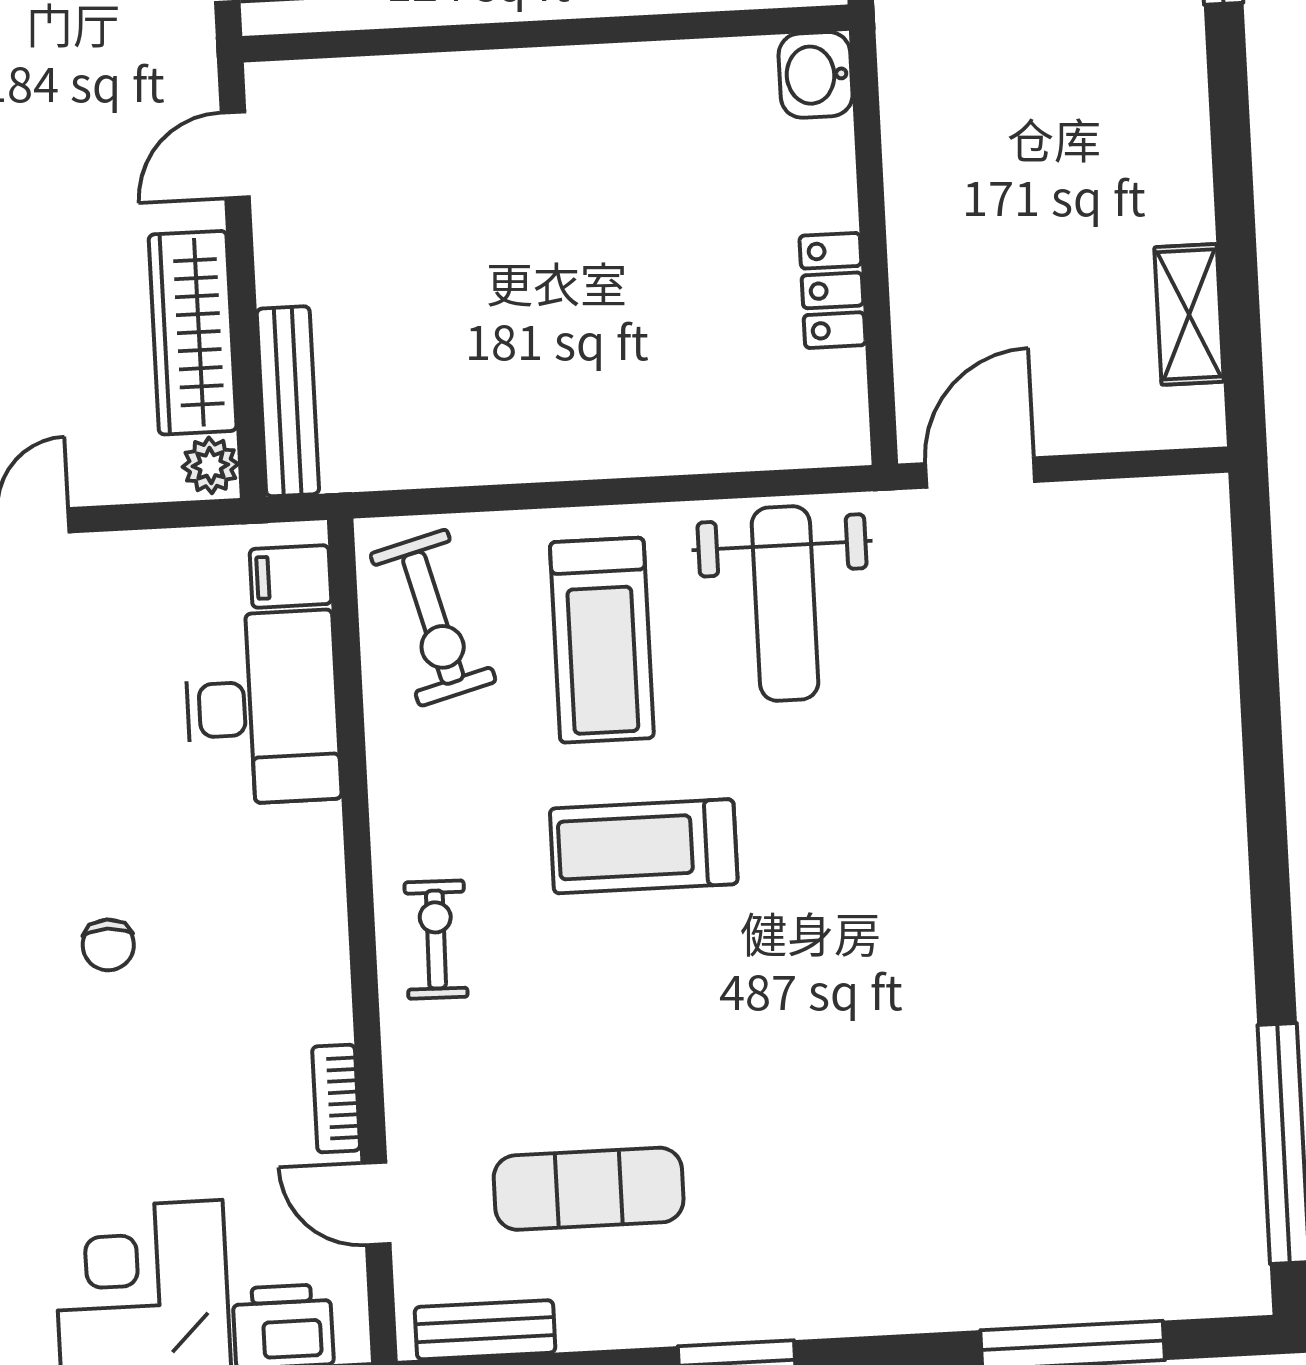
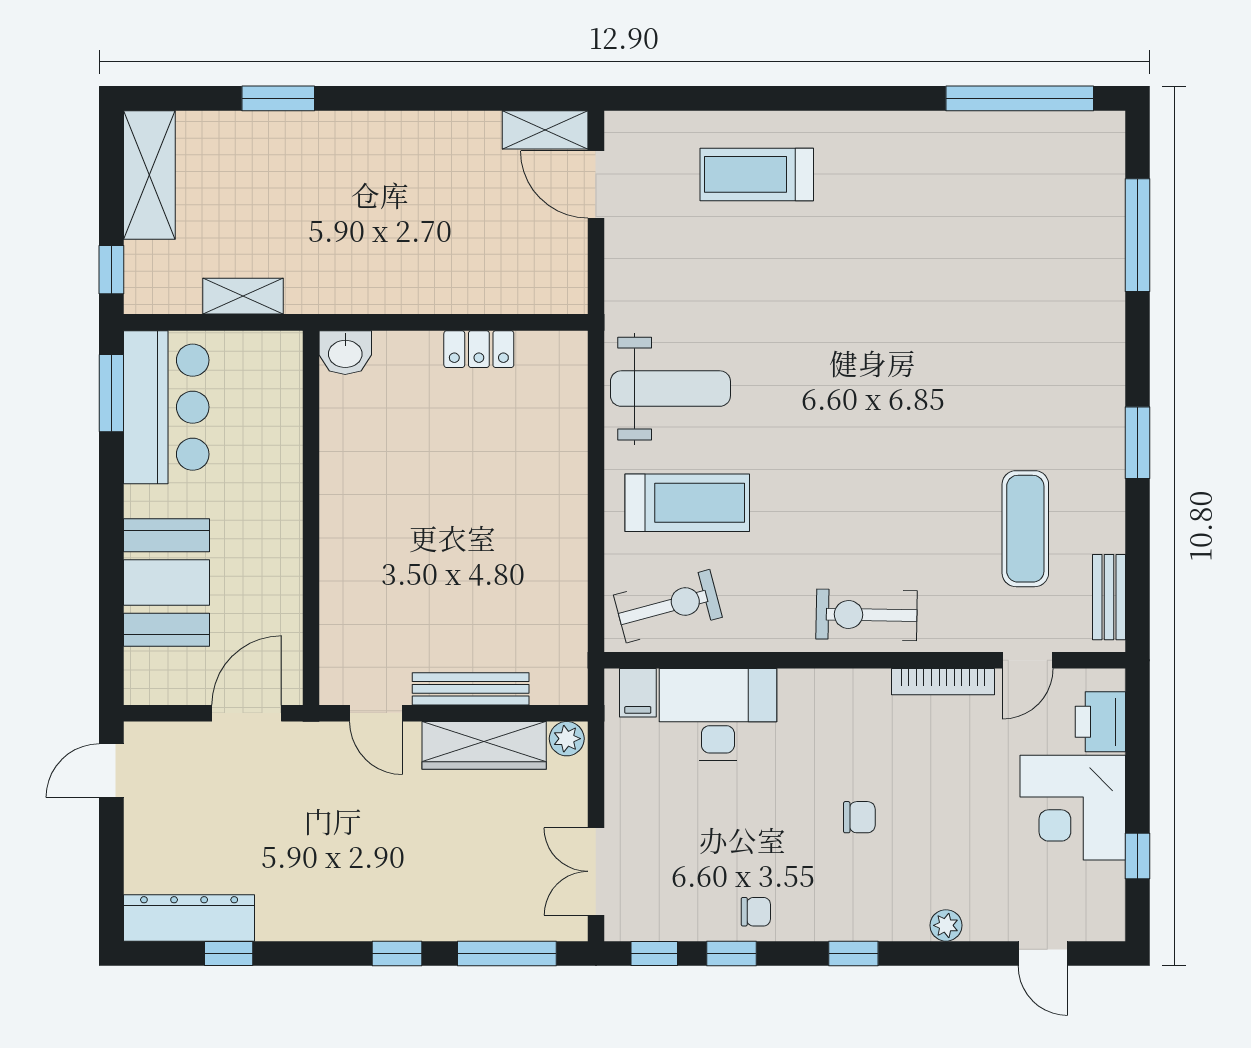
shelving: (1189, 314) -> (545, 130), moved
bench: (288, 401) -> (471, 689), moved
door: (980, 473) -> (596, 184), moved
treadmill: (644, 846) -> (757, 174), moved, turned 90
exercise bike: (436, 940) -> (867, 615), width x1.38, depth x1.39
bookcase: (336, 1099) -> (943, 682), width x1.56

